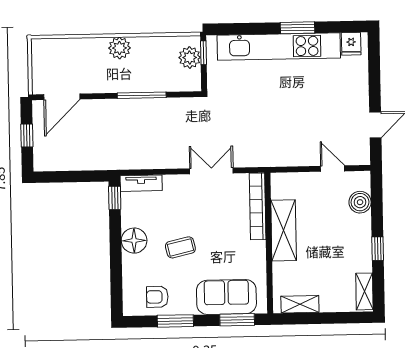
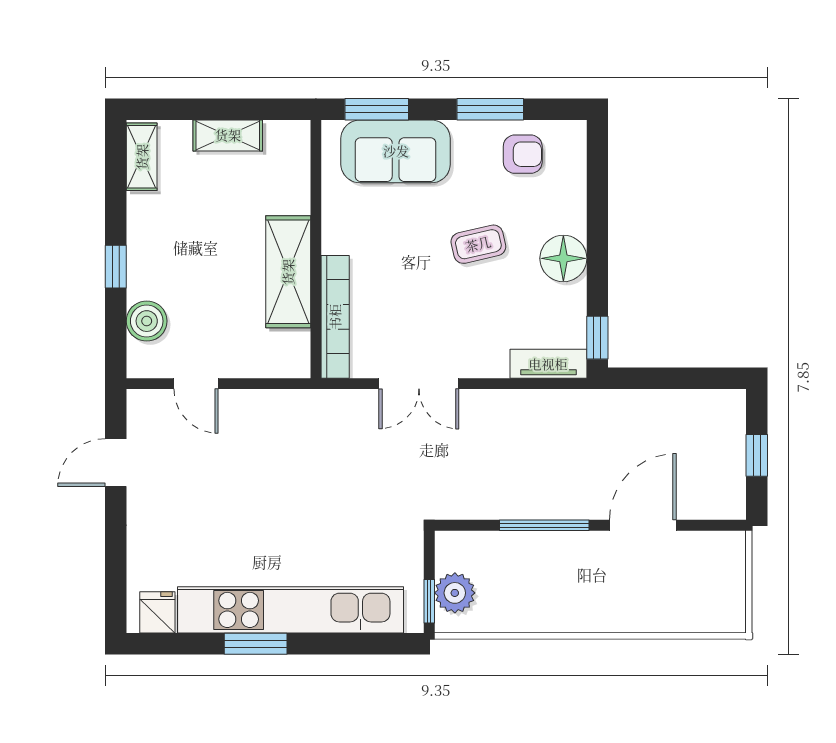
plant: (119, 48) -> (583, 613), removed
door: (62, 97) -> (643, 525), moved
window: (378, 249) -> (116, 267), moved
shelving: (300, 304) -> (228, 135), moved

